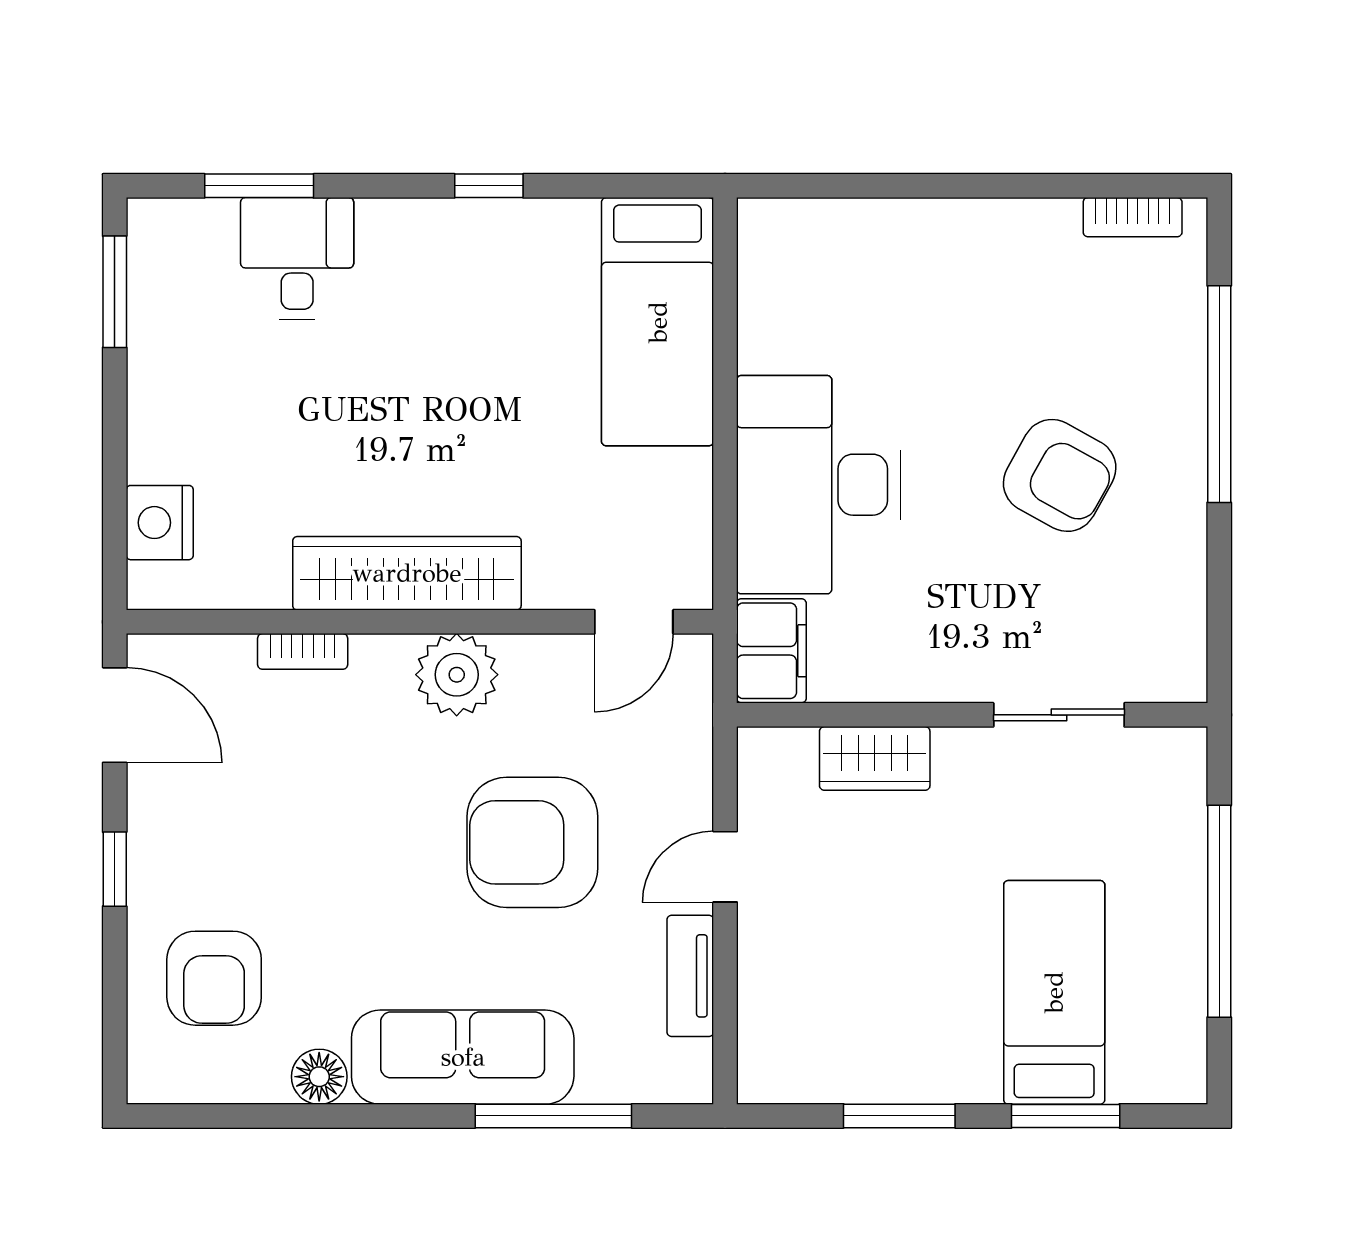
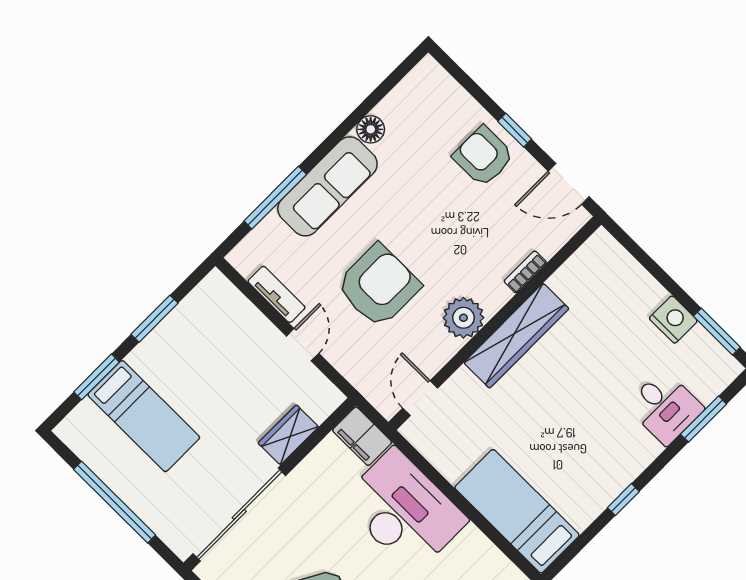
nightstand: (160, 523) -> (673, 320), moved
sliding door: (1059, 715) -> (239, 515), width x1.86
armchair: (214, 978) -> (483, 156), moved

